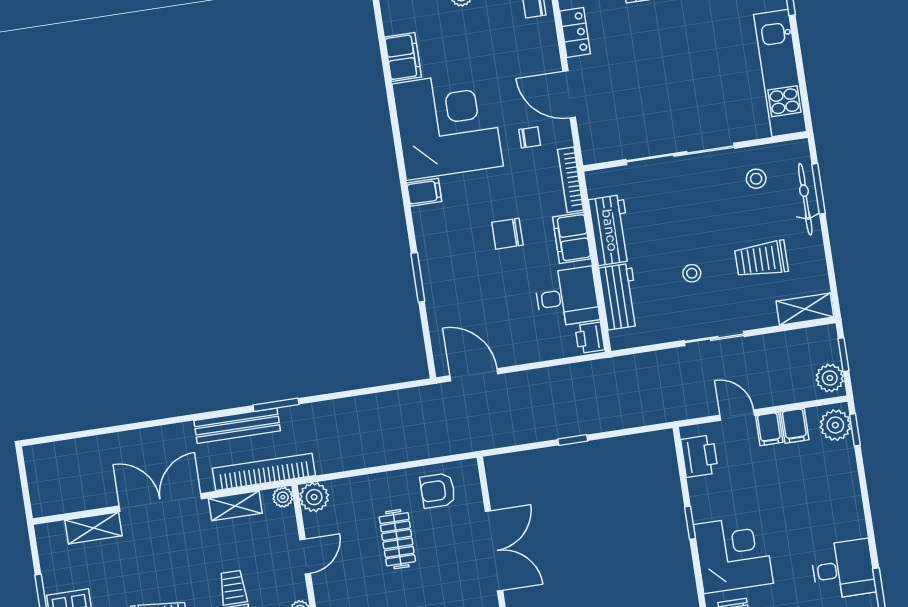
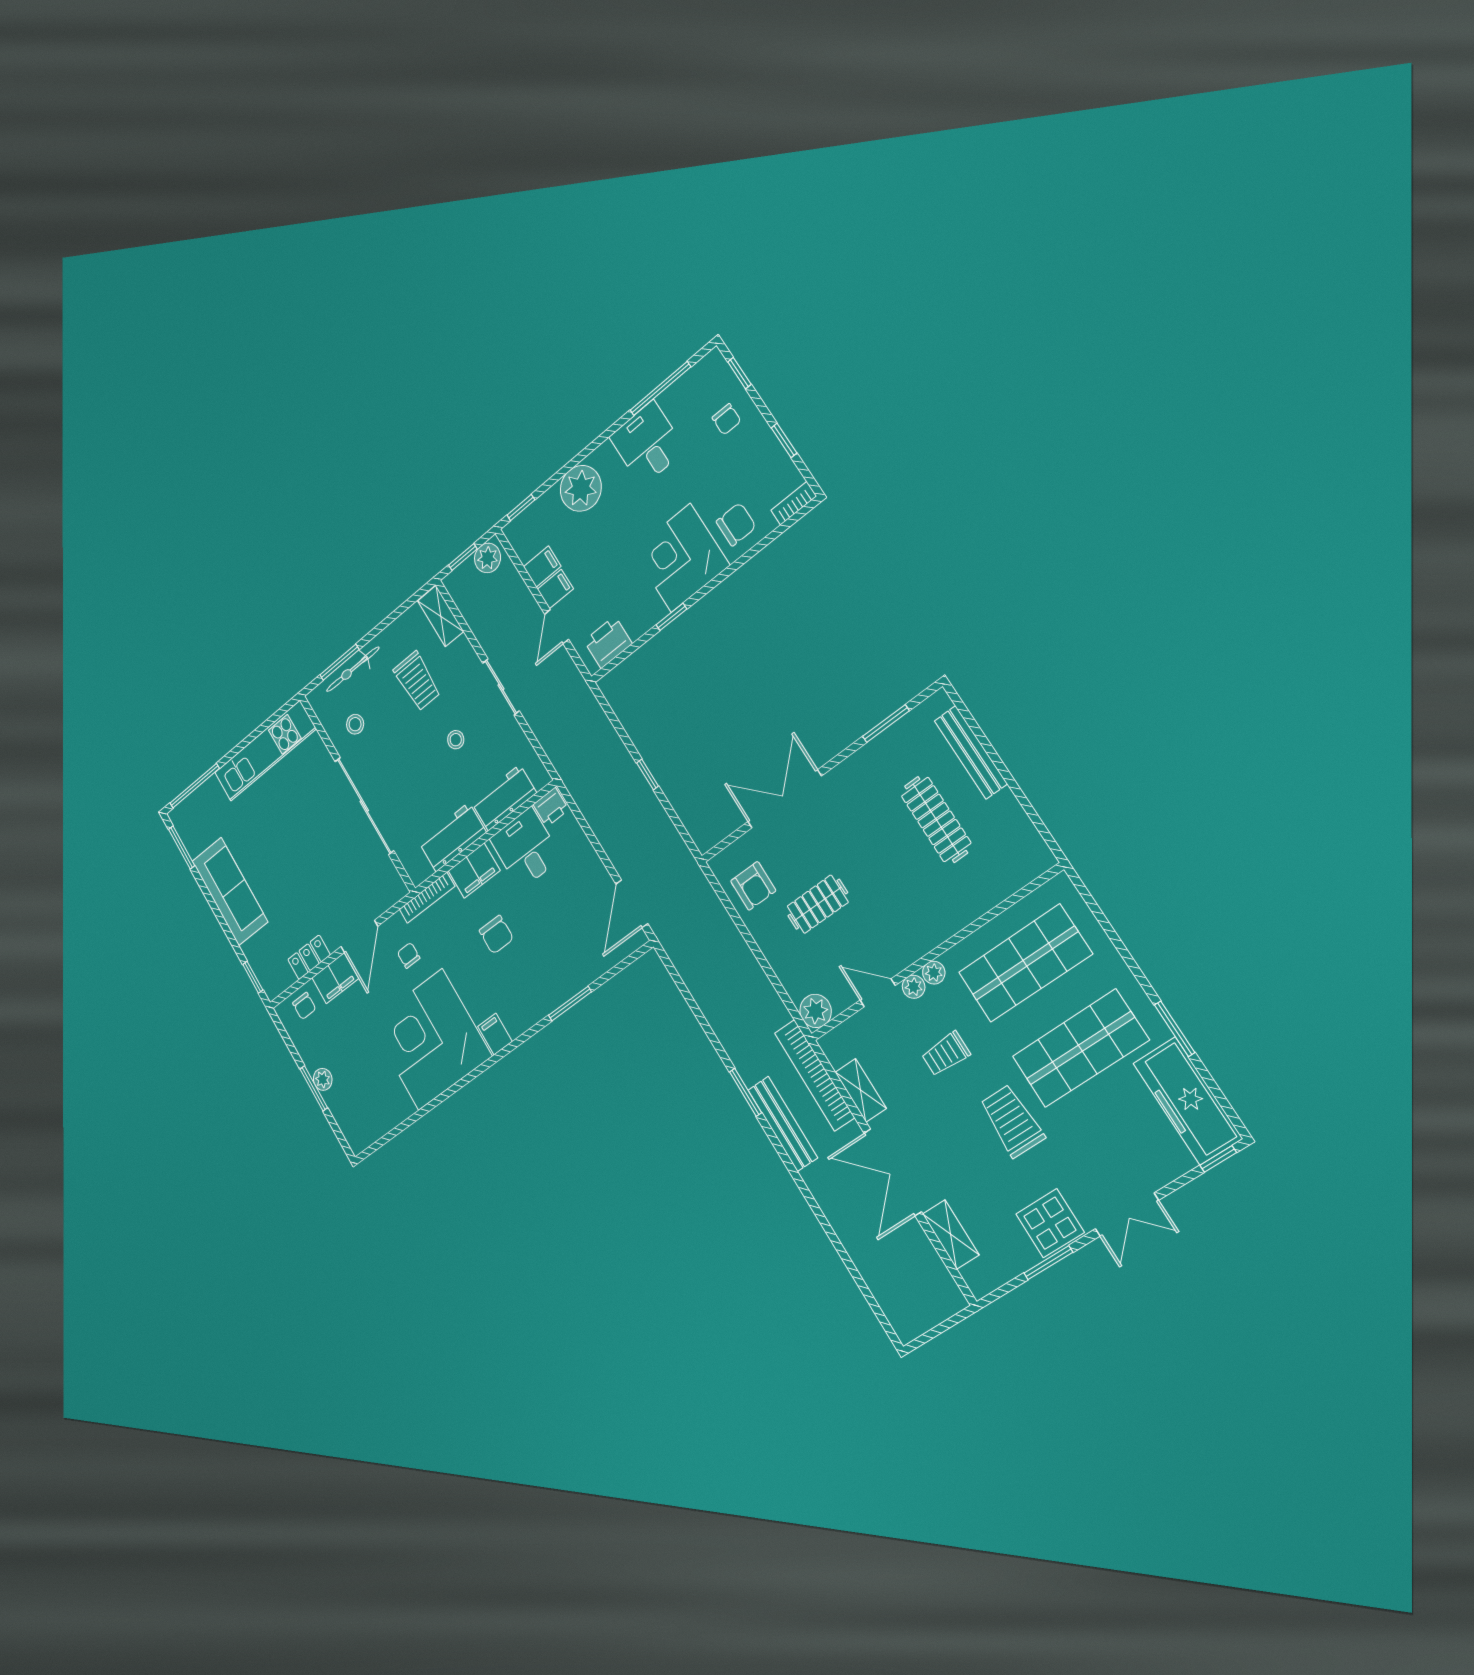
filing cabinet: (403, 57) -> (335, 978), moved, turned 180
plant: (835, 425) -> (581, 488), moved, width x1.36, depth x1.36
plant: (283, 497) -> (914, 987), moved

